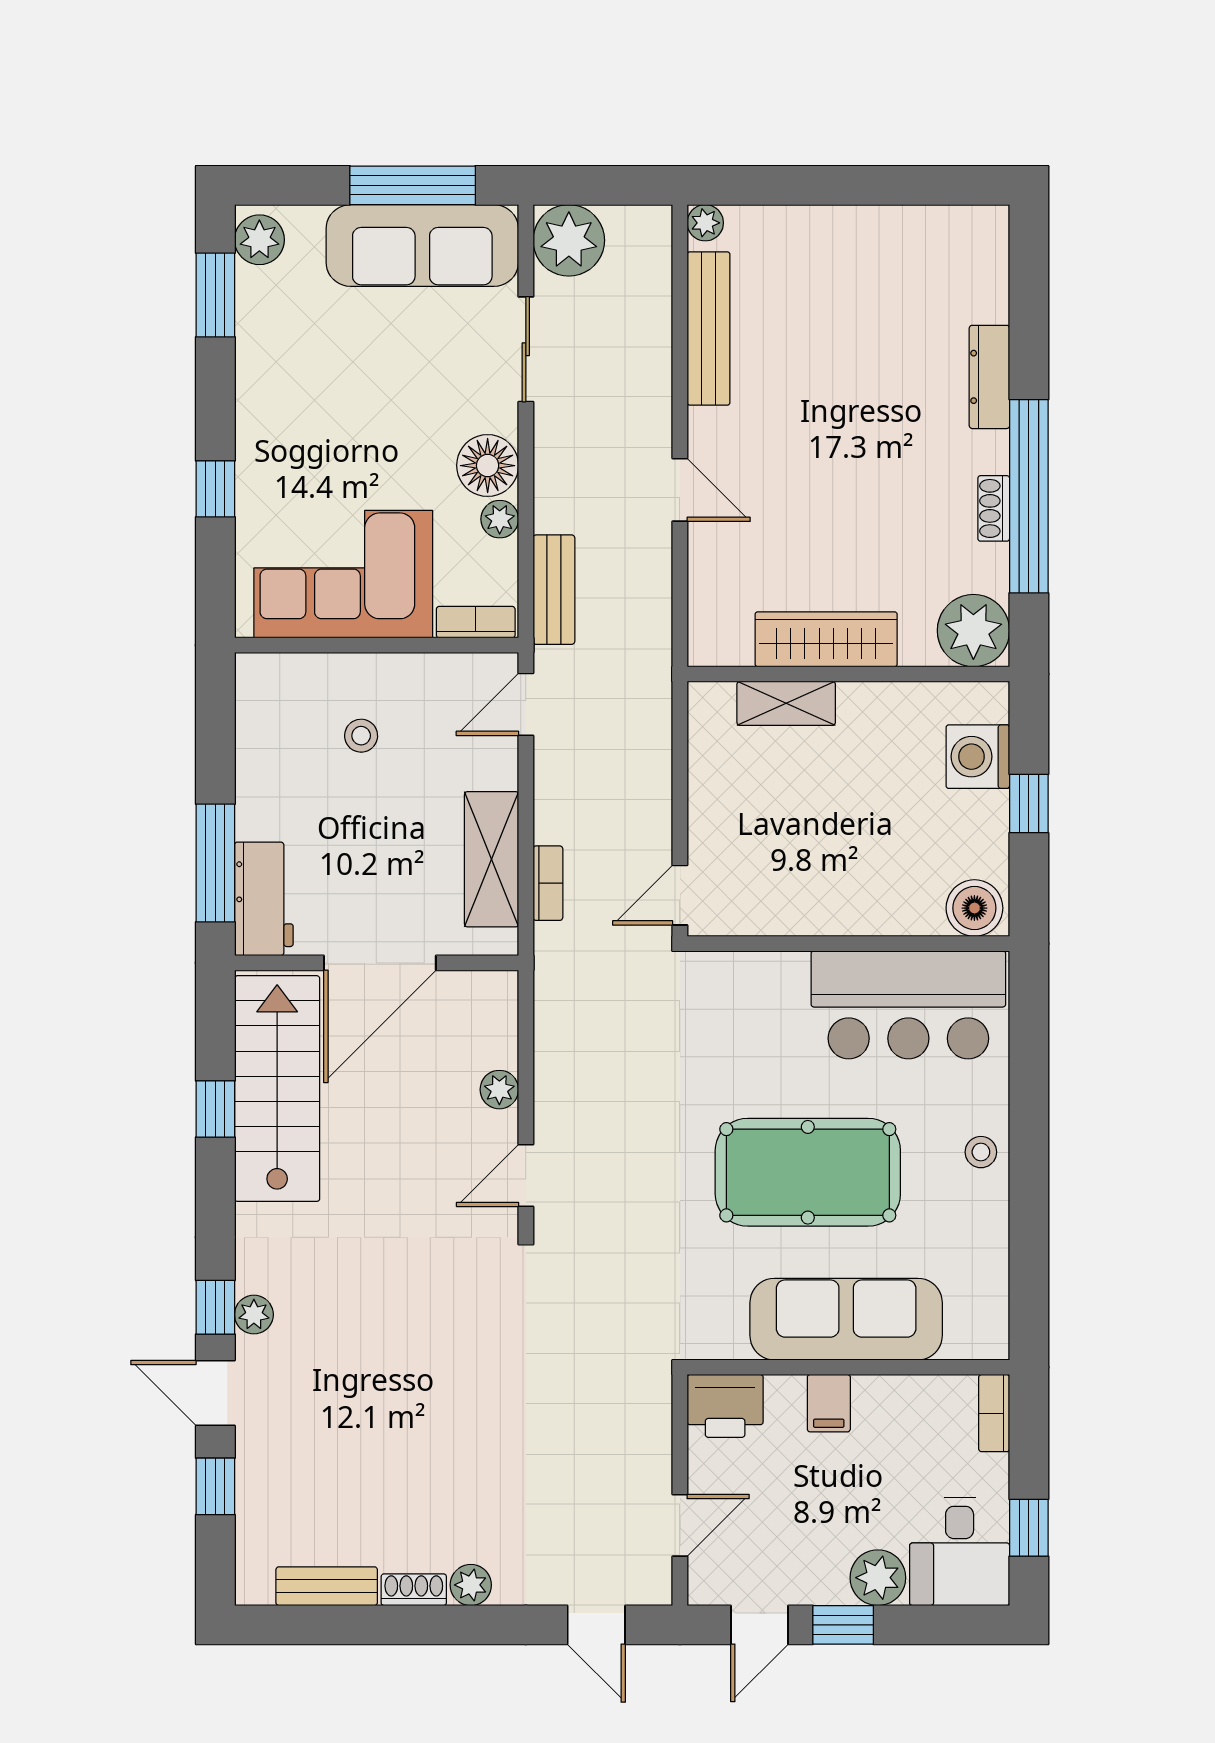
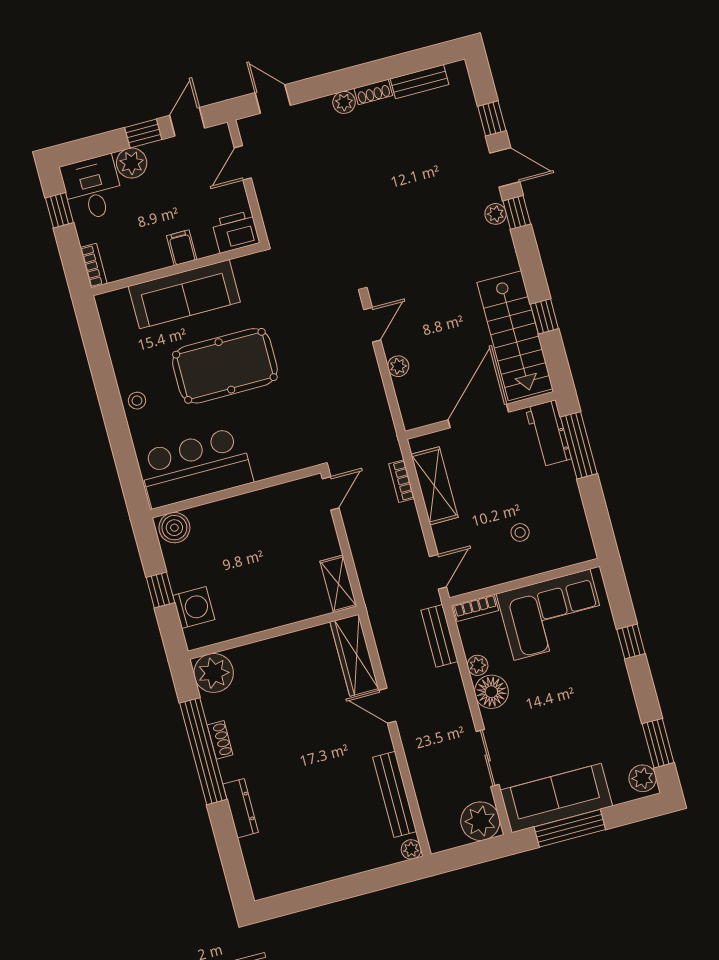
wardrobe: (826, 639) -> (354, 655), moved, turned 90
shelving: (786, 703) -> (338, 584), moved, turned 90

